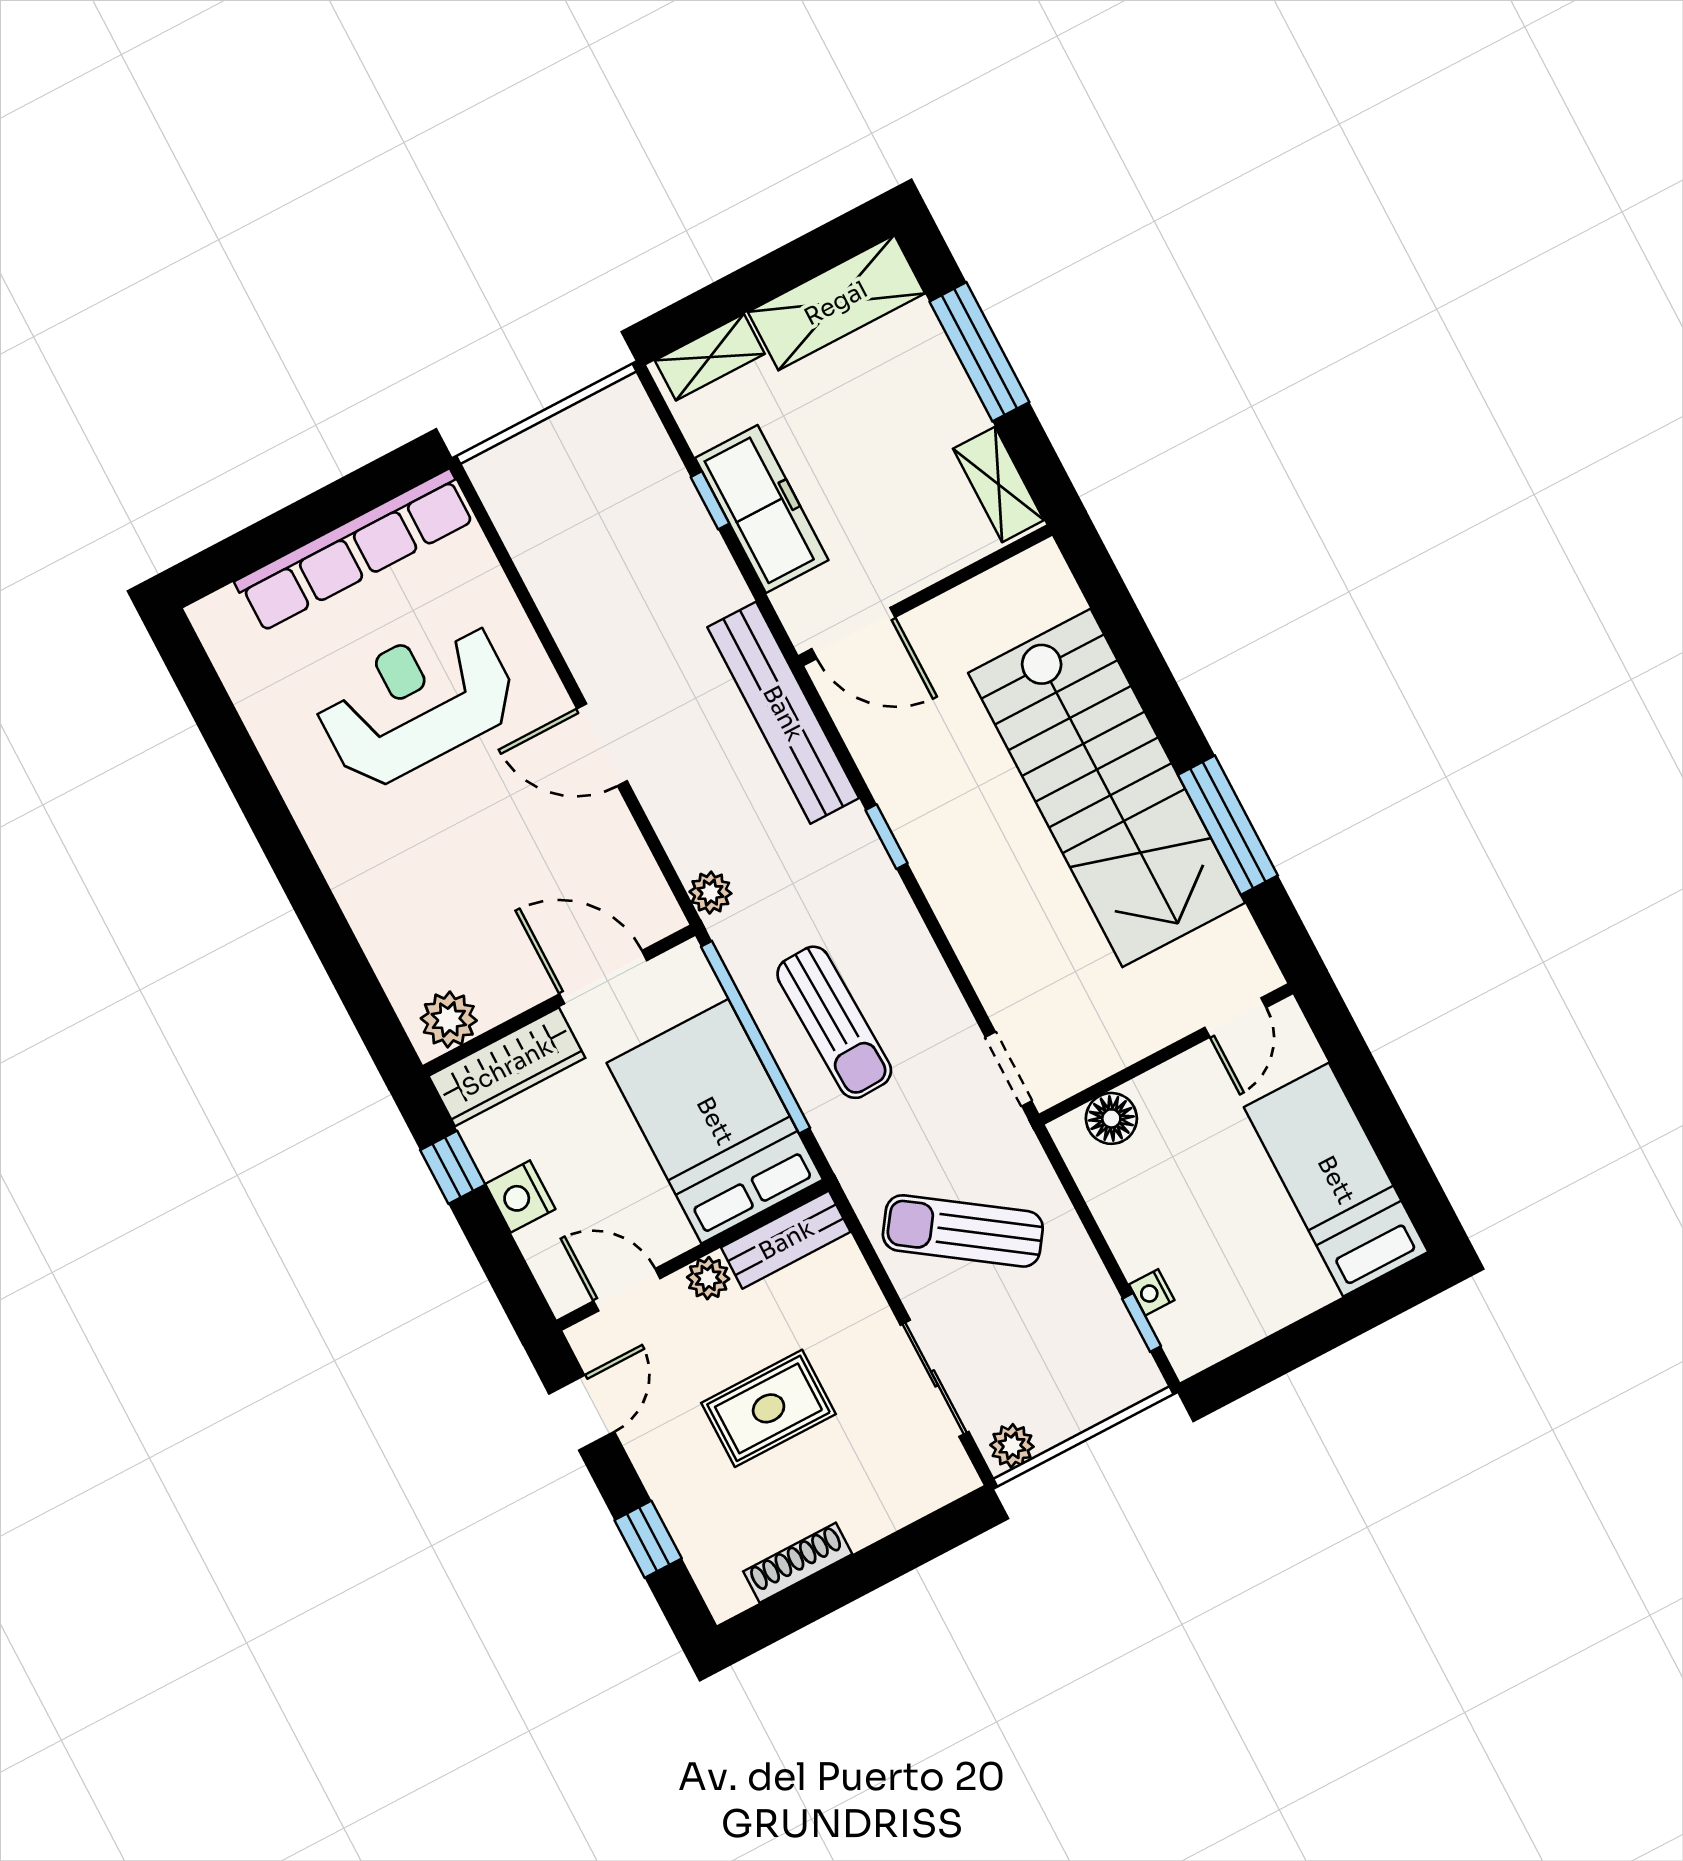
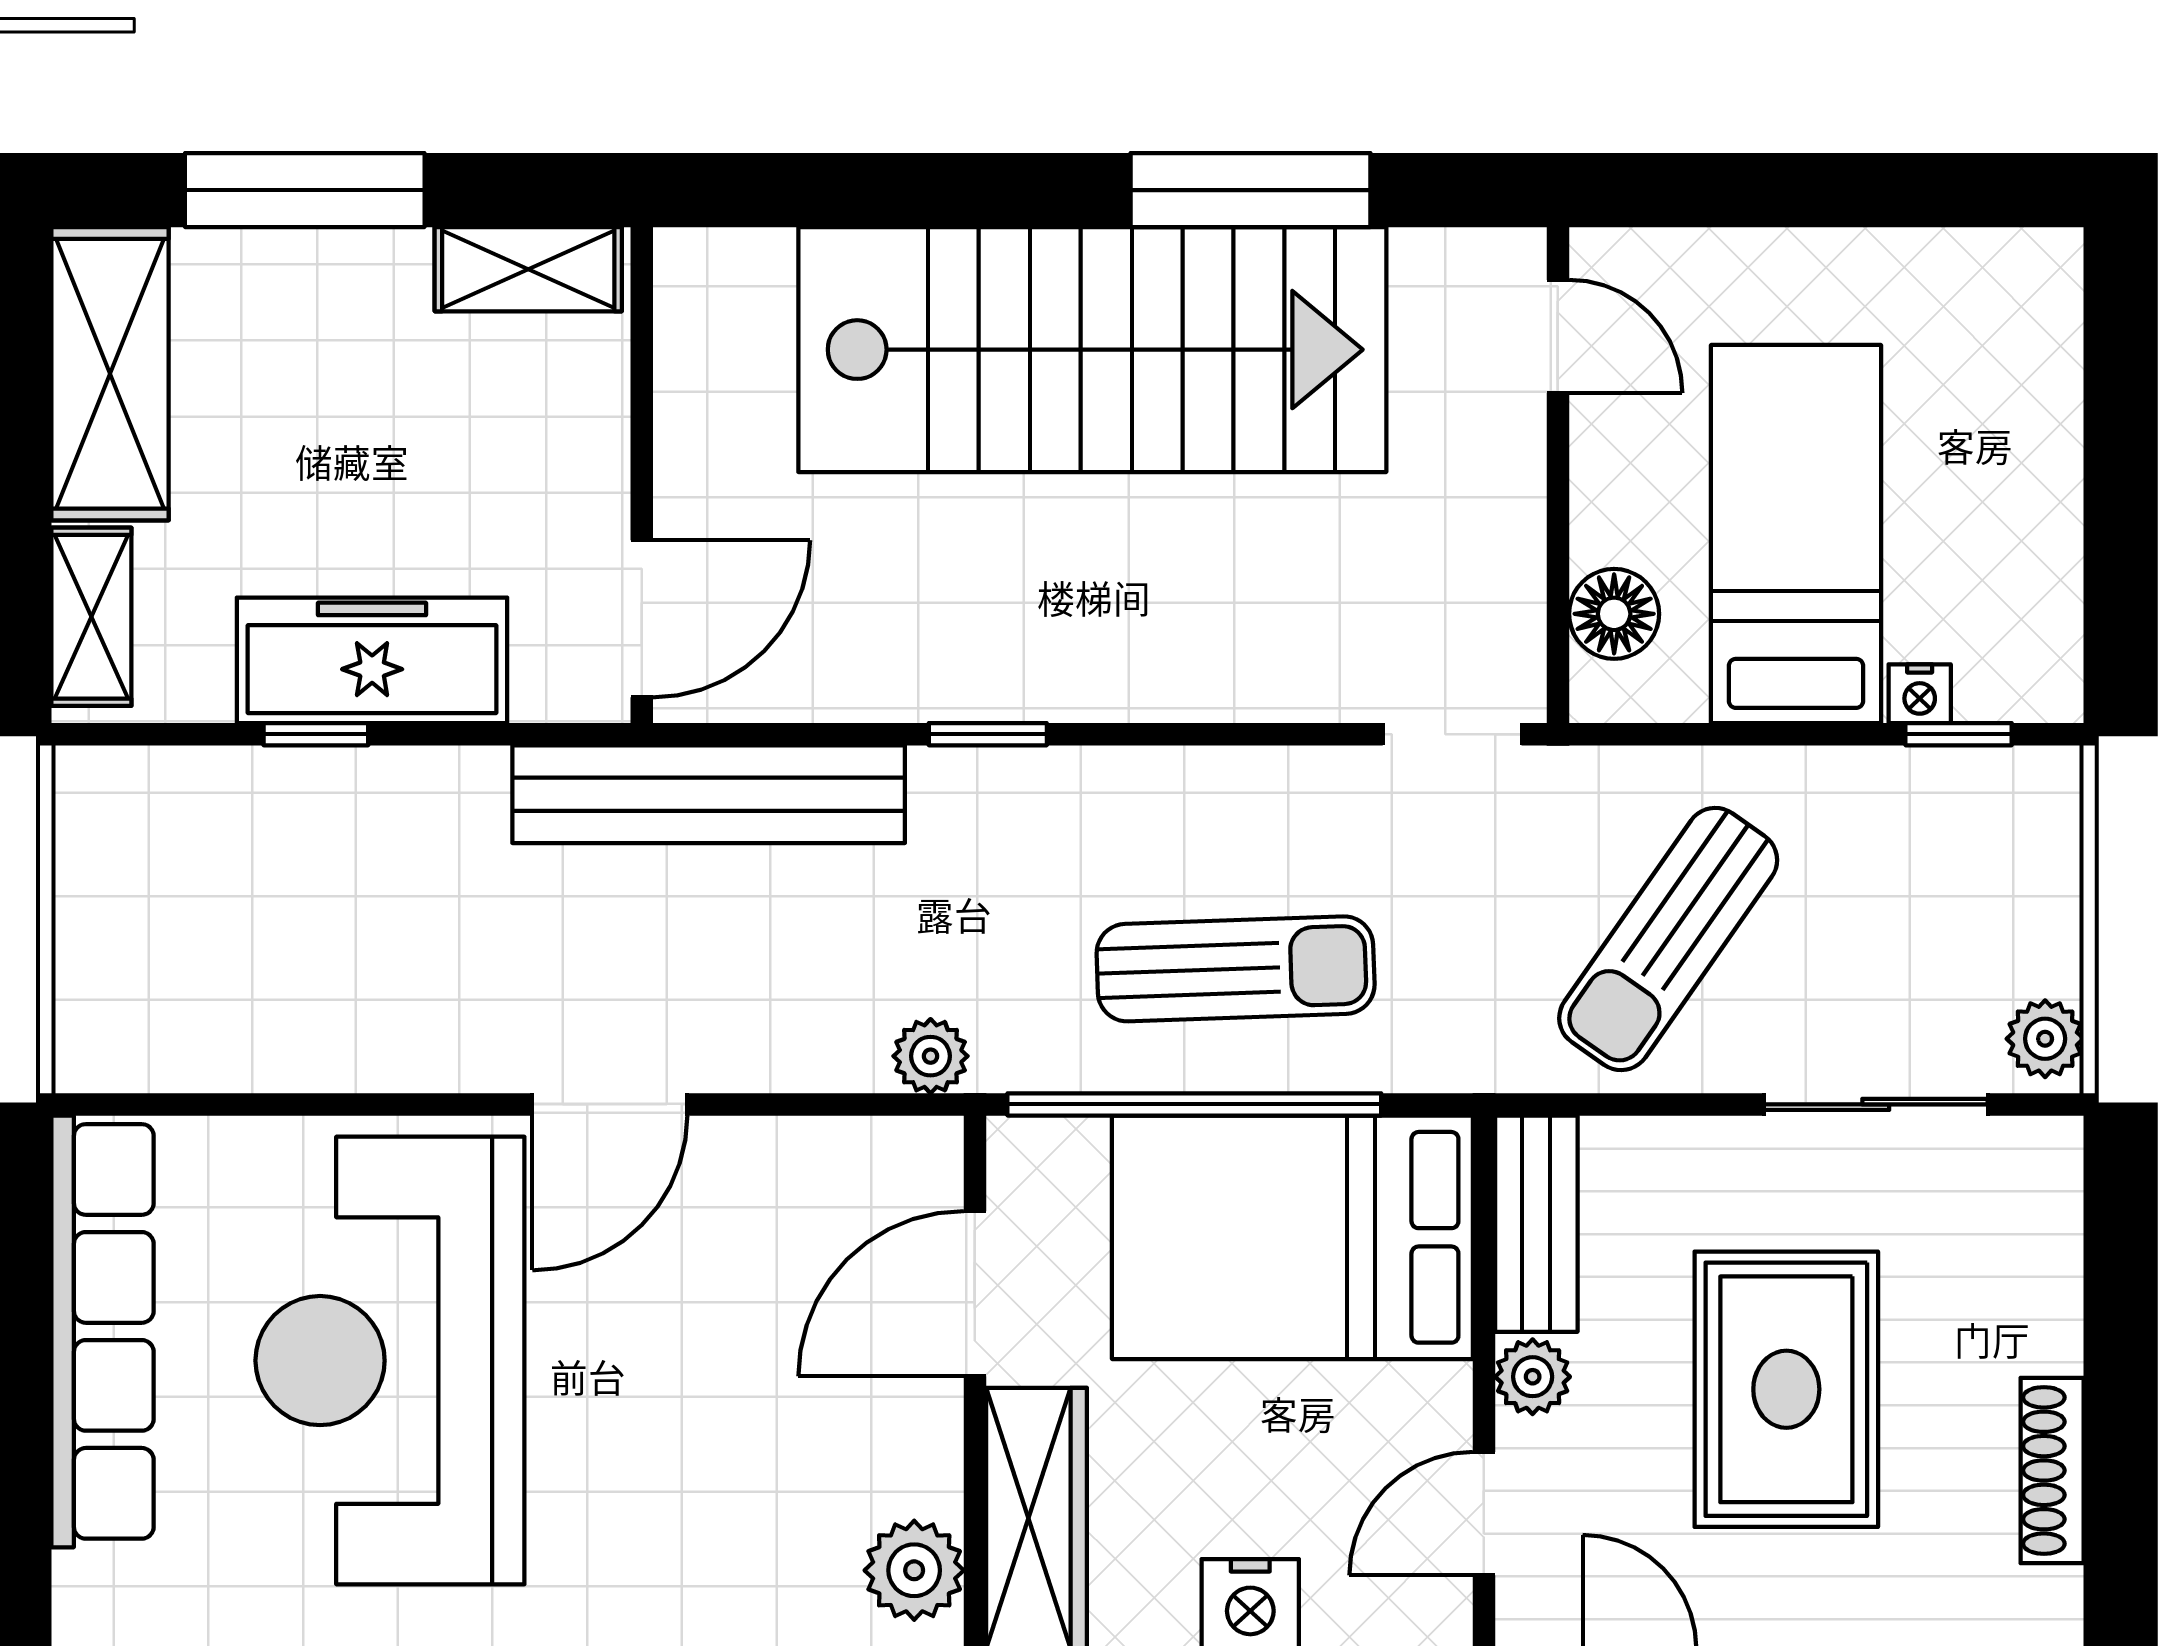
reception desk: (416, 702) -> (390, 1361), width x1.36, depth x1.30
bed: (1336, 1180) -> (1796, 534), moved, turned 90
rug: (769, 1408) -> (1786, 1389), width x1.36, depth x1.43

